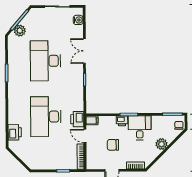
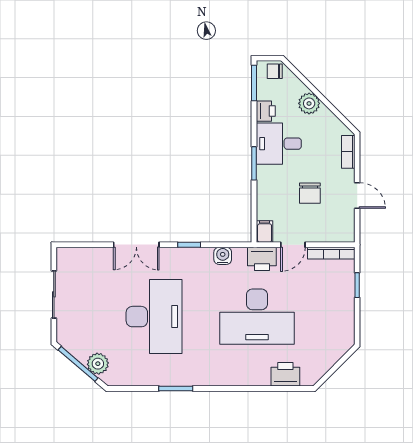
water cooler: (78, 20) -> (223, 256), moved
desk: (45, 61) -> (154, 317), turned -90
printer: (122, 121) -> (266, 111), moved

